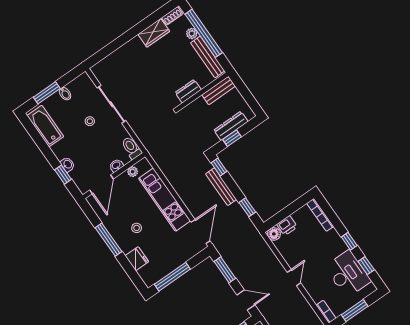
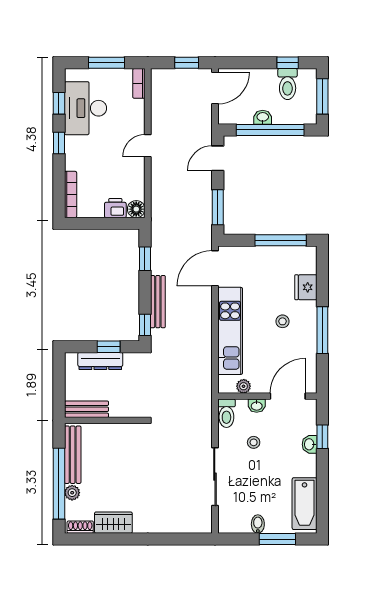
dresser: (188, 91) -> (121, 432), removed
stool: (90, 121) -> (254, 442), moved
door: (246, 300) -> (218, 158), hinge flipped

